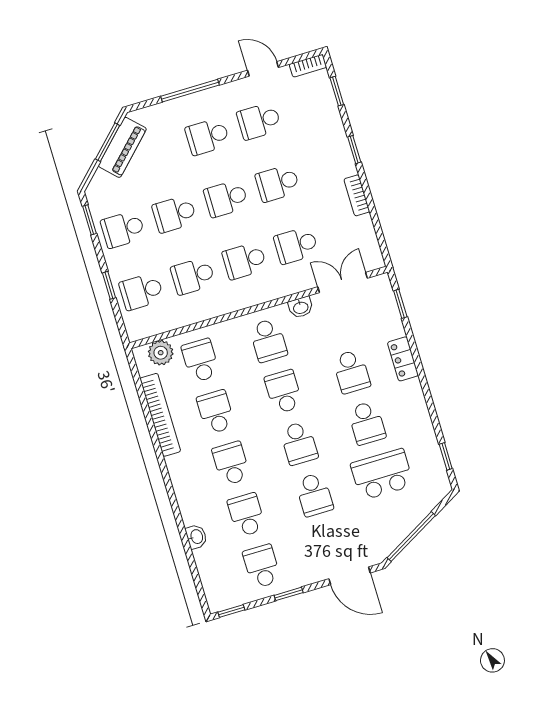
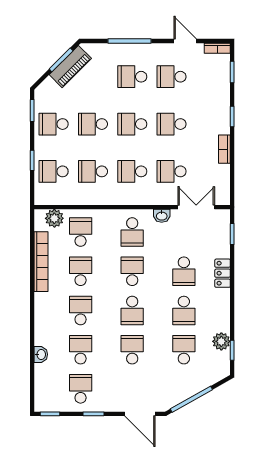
plant: (428, 449) -> (221, 341), added
school desk: (382, 474) -> (184, 350), width x0.54
school desk: (314, 495) -> (132, 350), turned 180

